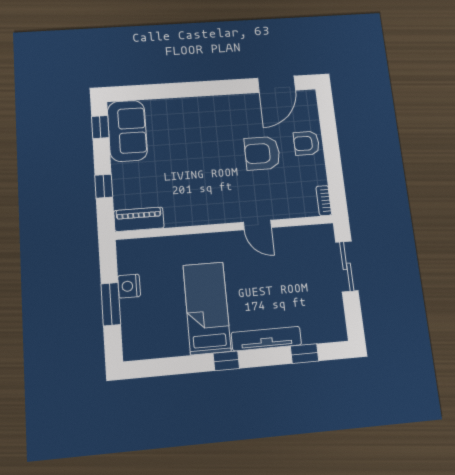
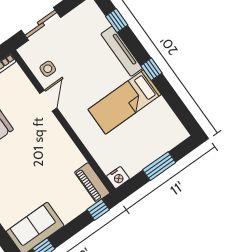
window: (104, 186) -> (98, 210), moved
side table: (293, 245) -> (48, 69), added
nightstand: (129, 286) -> (118, 178), moved

